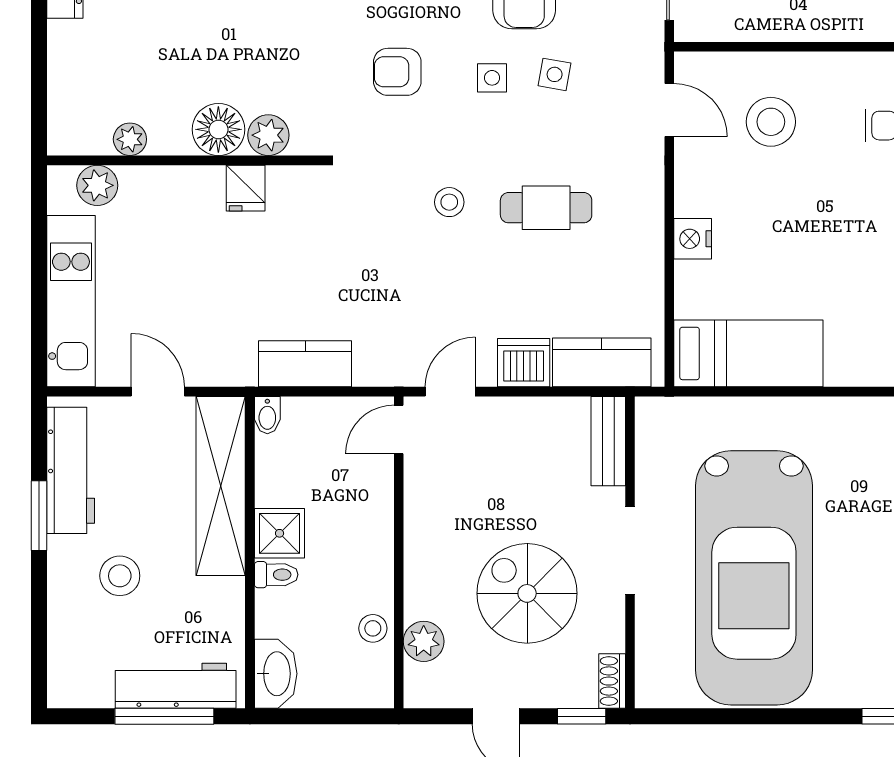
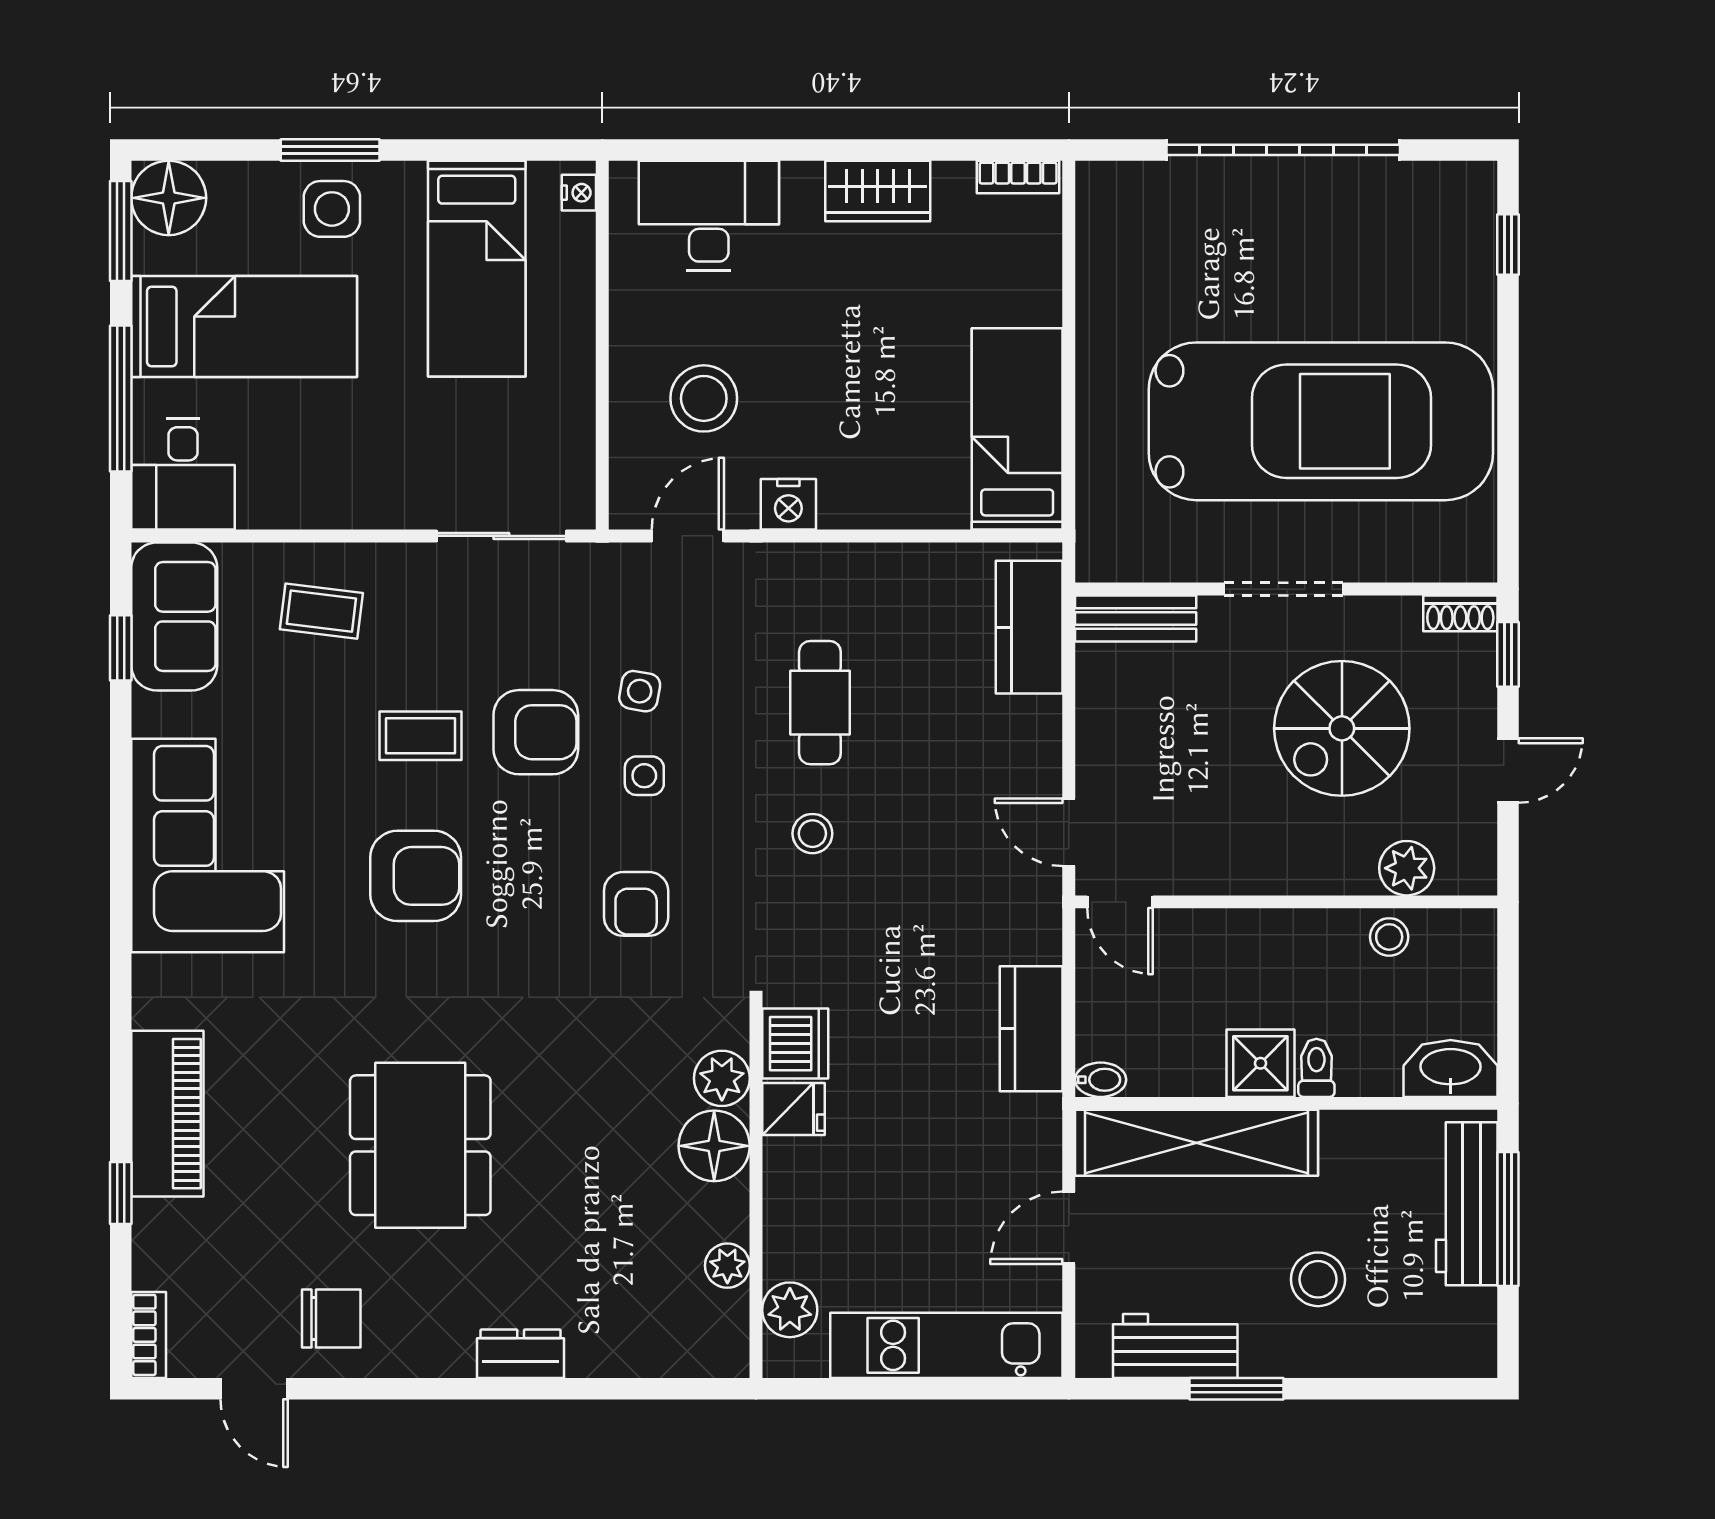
nightstand: (693, 239) -> (788, 504), moved
dishwasher: (524, 363) -> (795, 1044), moved, turned 180
workbench: (71, 470) -> (1175, 1346), width x0.73

